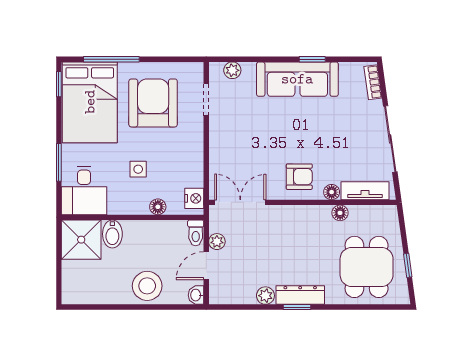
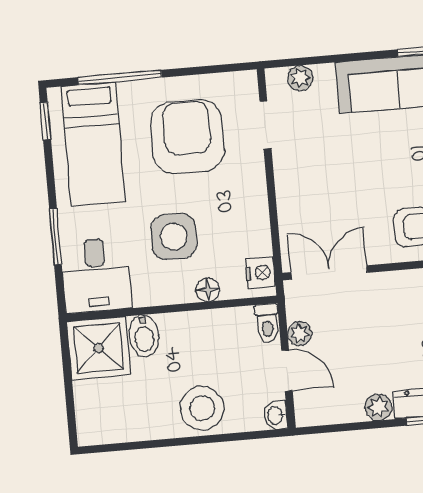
bed: (90, 102) -> (93, 144), width x0.67
side table: (138, 169) -> (174, 237), width x1.87, depth x1.87
door: (206, 266) -> (287, 371), swing flipped

